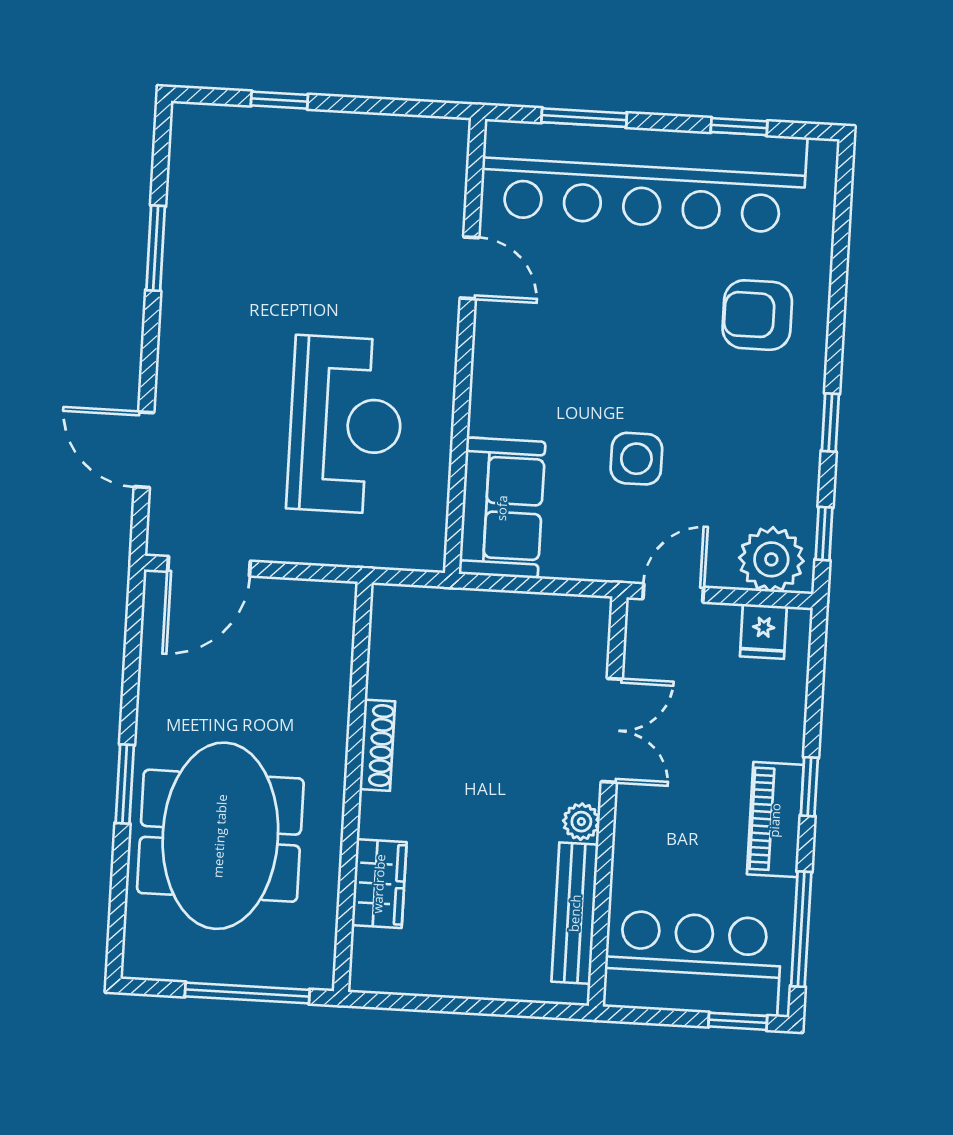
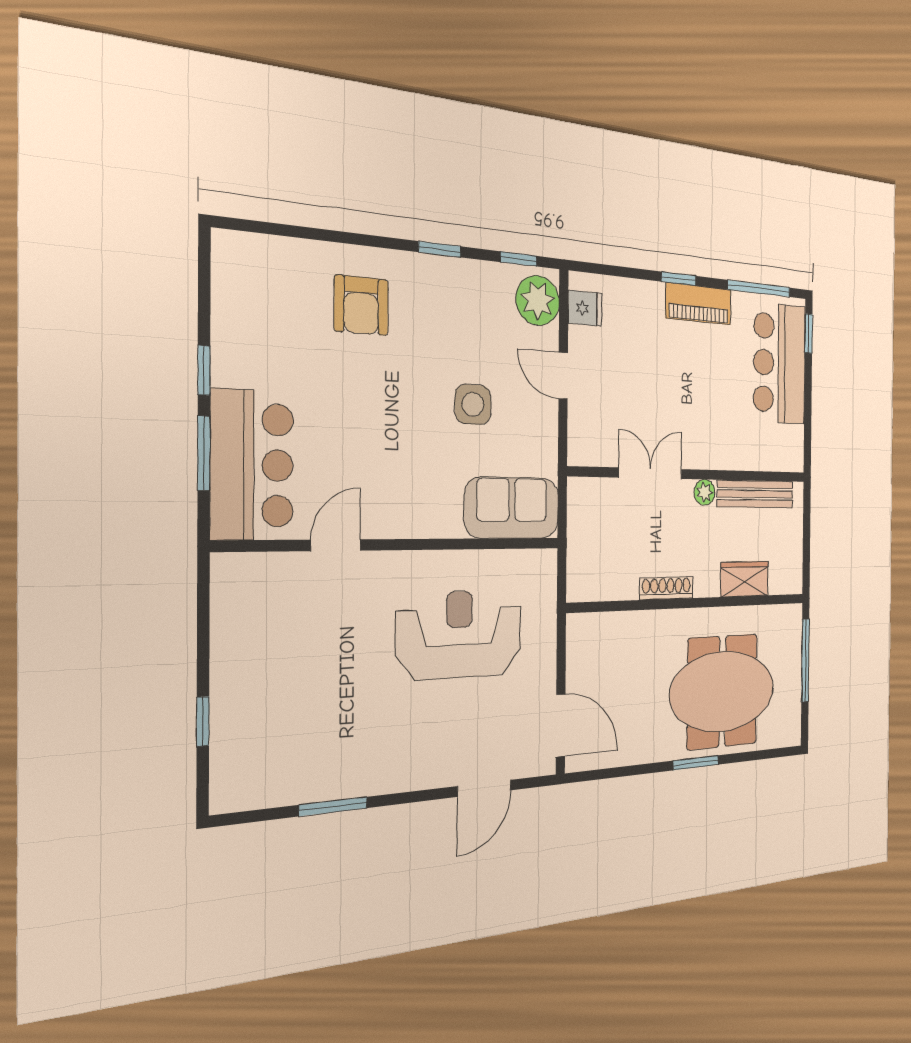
window: (739, 127) -> (204, 370), moved
bar counter: (643, 176) -> (252, 465), width x0.54
double door: (612, 730) -> (651, 473), moved
wall: (608, 802) -> (692, 474), moved
plant: (581, 822) -> (705, 492), moved
bench: (575, 913) -> (755, 494), moved

